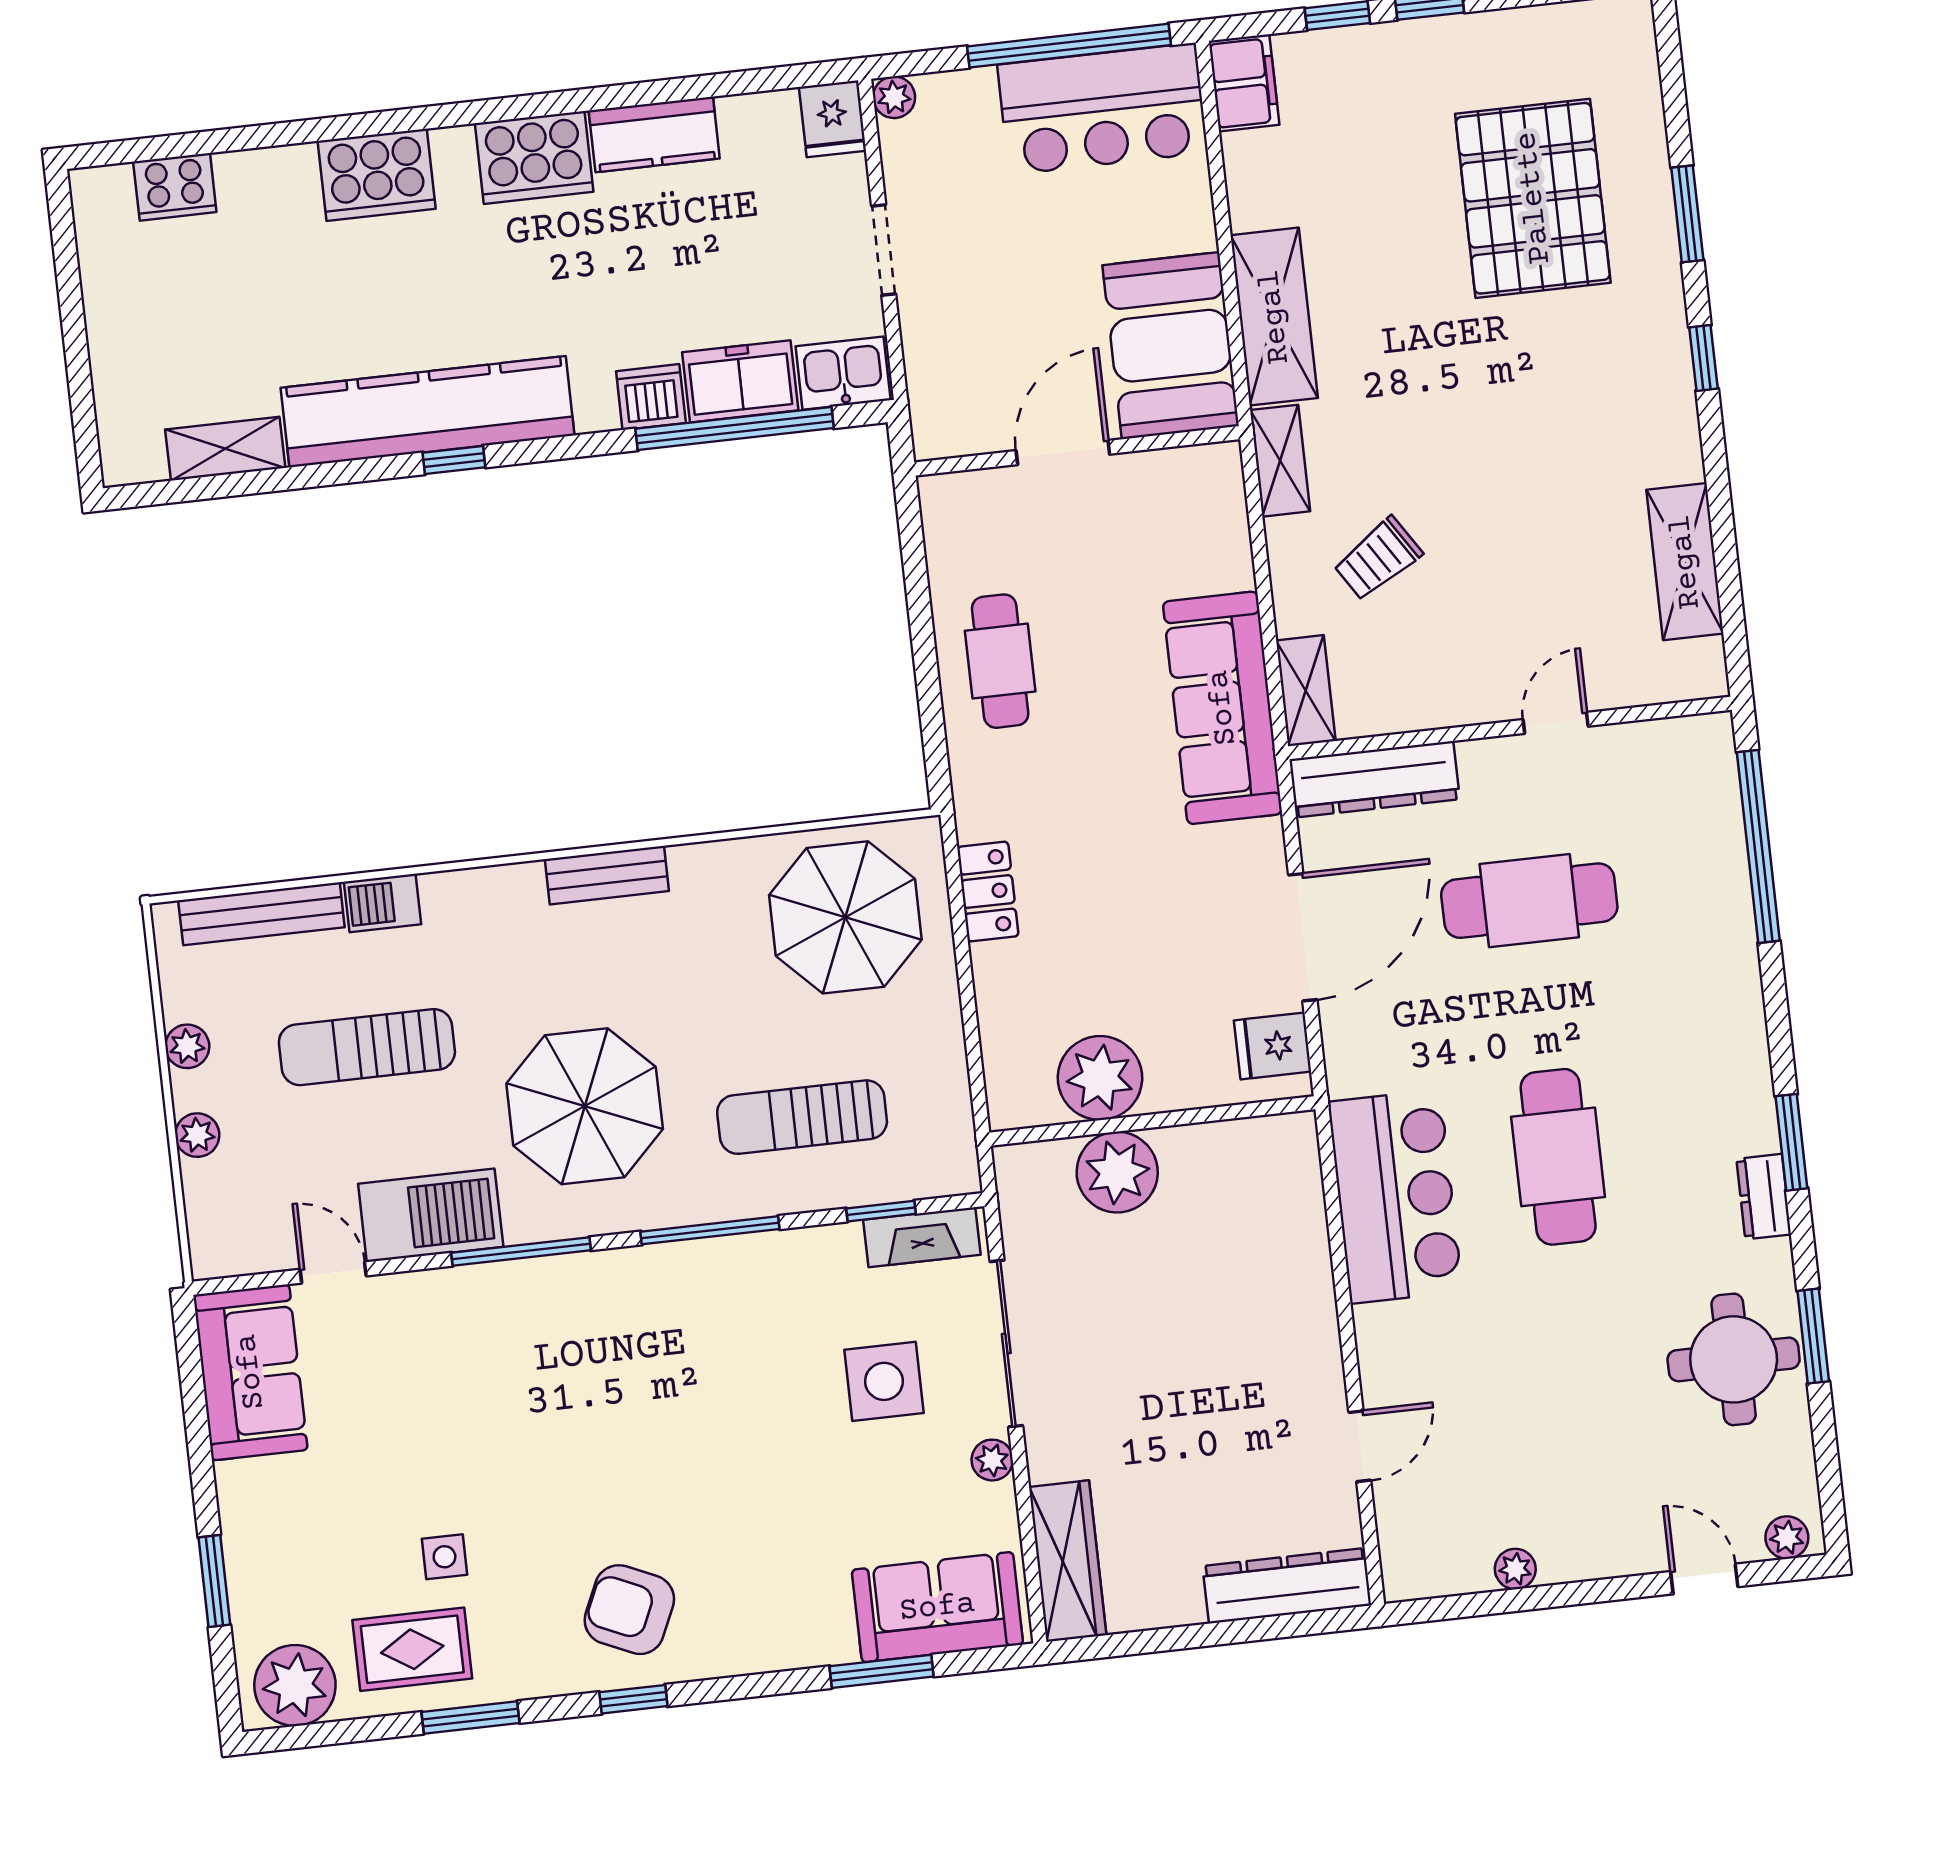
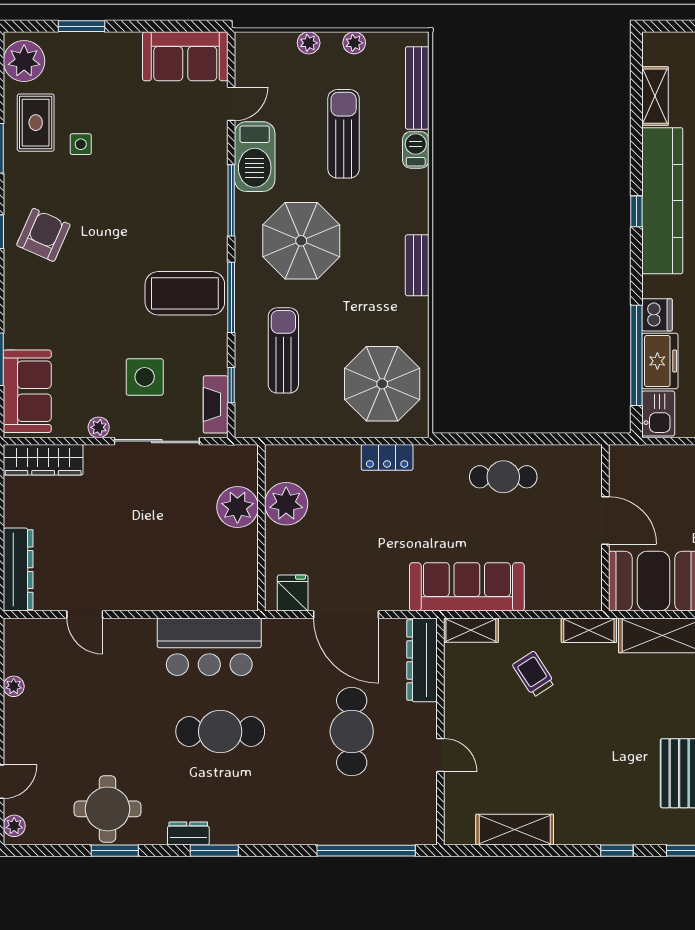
coffee table: (712, 1321) -> (185, 293), added

